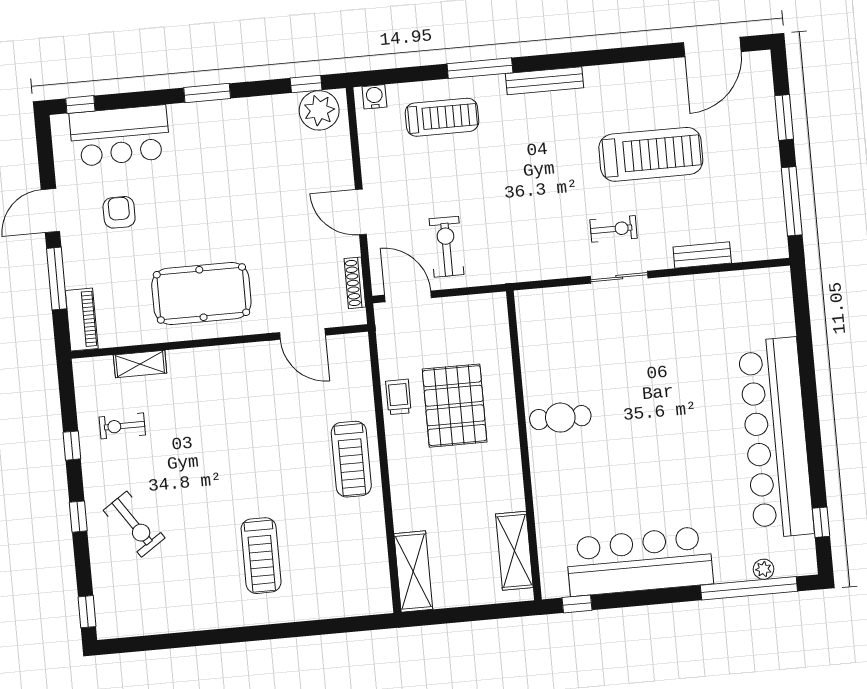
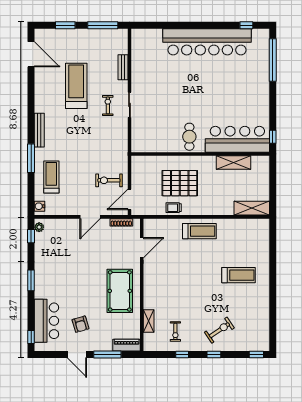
plant: (319, 110) -> (39, 227), width x0.53, depth x0.53
armchair: (119, 212) -> (80, 324), turned -106
shelving: (514, 551) -> (234, 162), moved
bar counter: (639, 561) -> (237, 139), moved, turned 90
plant: (764, 569) -> (265, 53), removed

